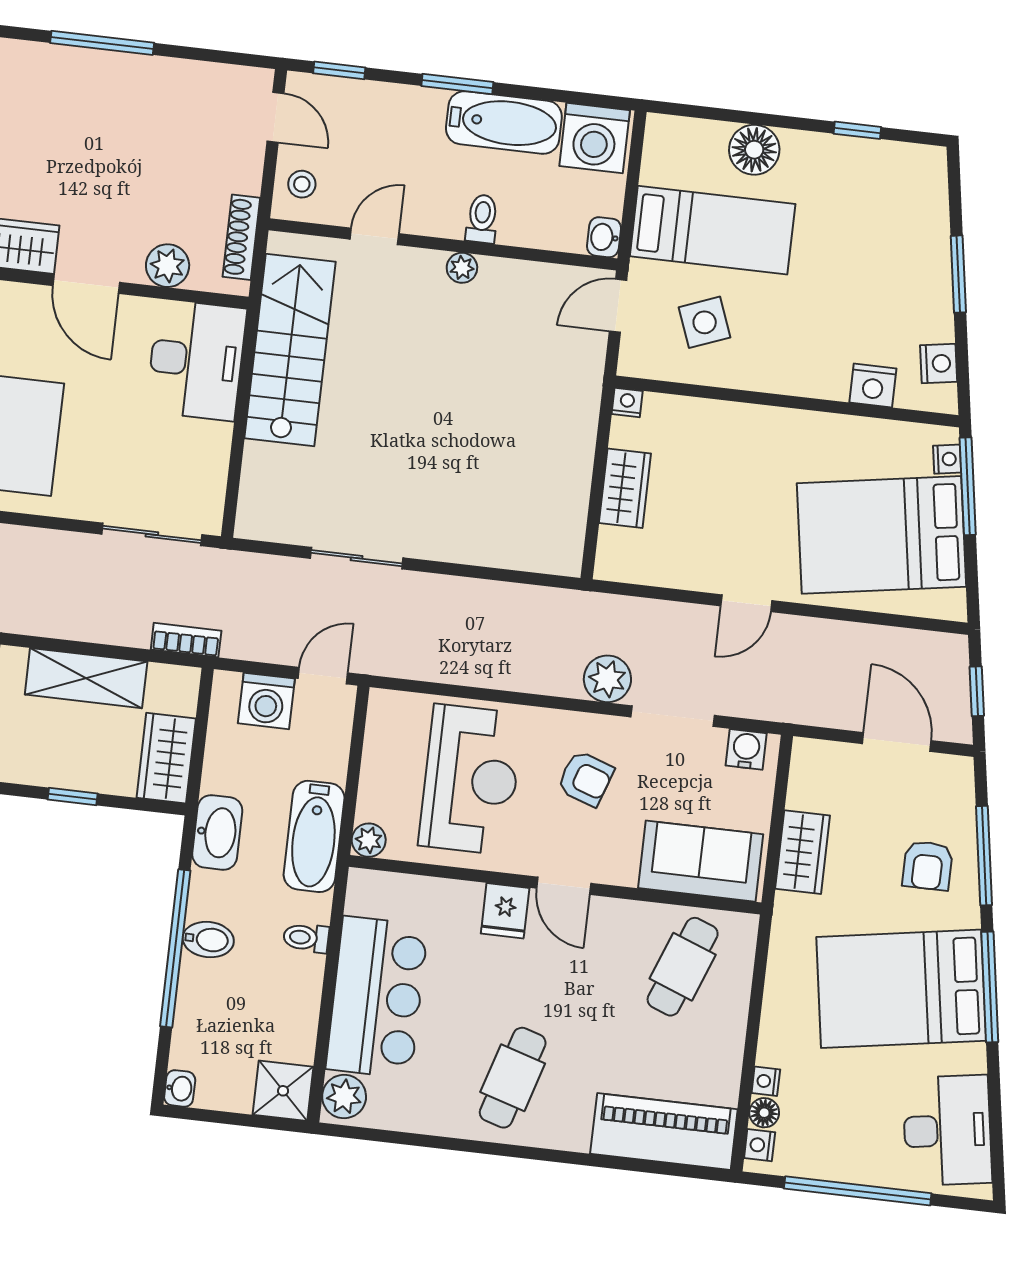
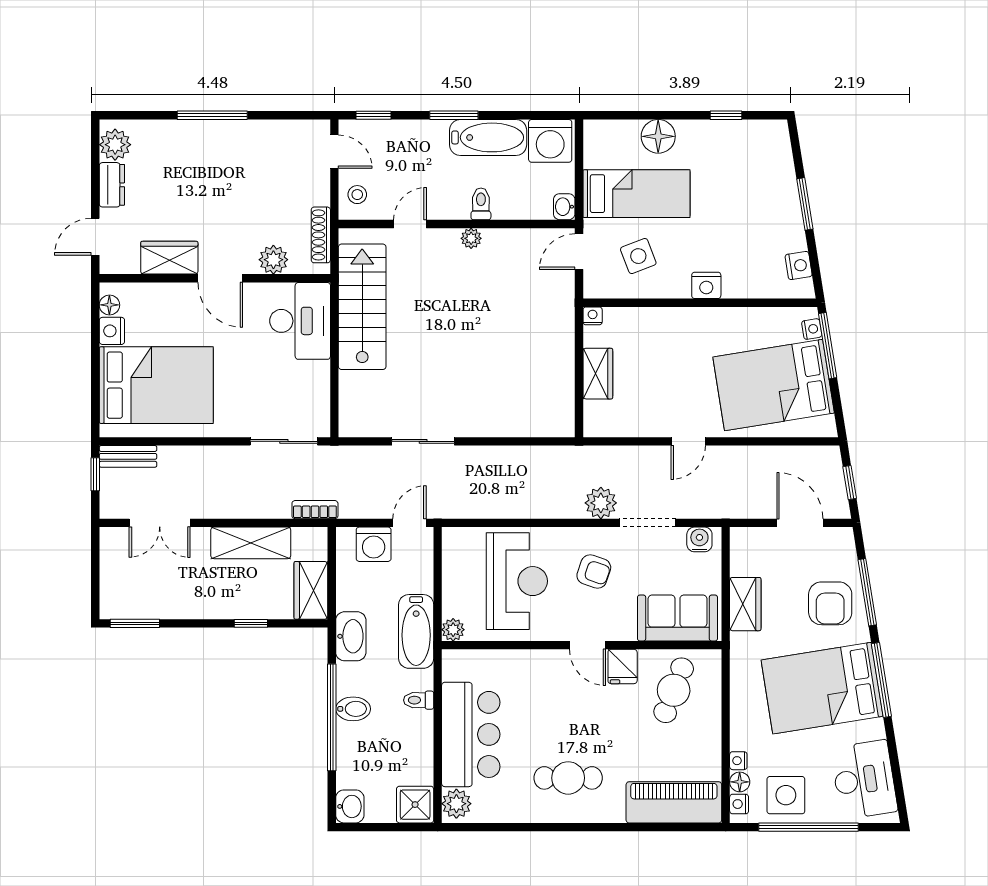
nightstand: (873, 386) -> (706, 285), moved
armchair: (928, 866) -> (830, 603), width x1.38, depth x1.38
fridge: (505, 911) -> (623, 666), moved
cafe table: (513, 1078) -> (568, 778), turned 73
washbasin: (180, 1088) -> (350, 806), width x1.38, depth x1.45
side table: (830, 1140) -> (786, 795), added

